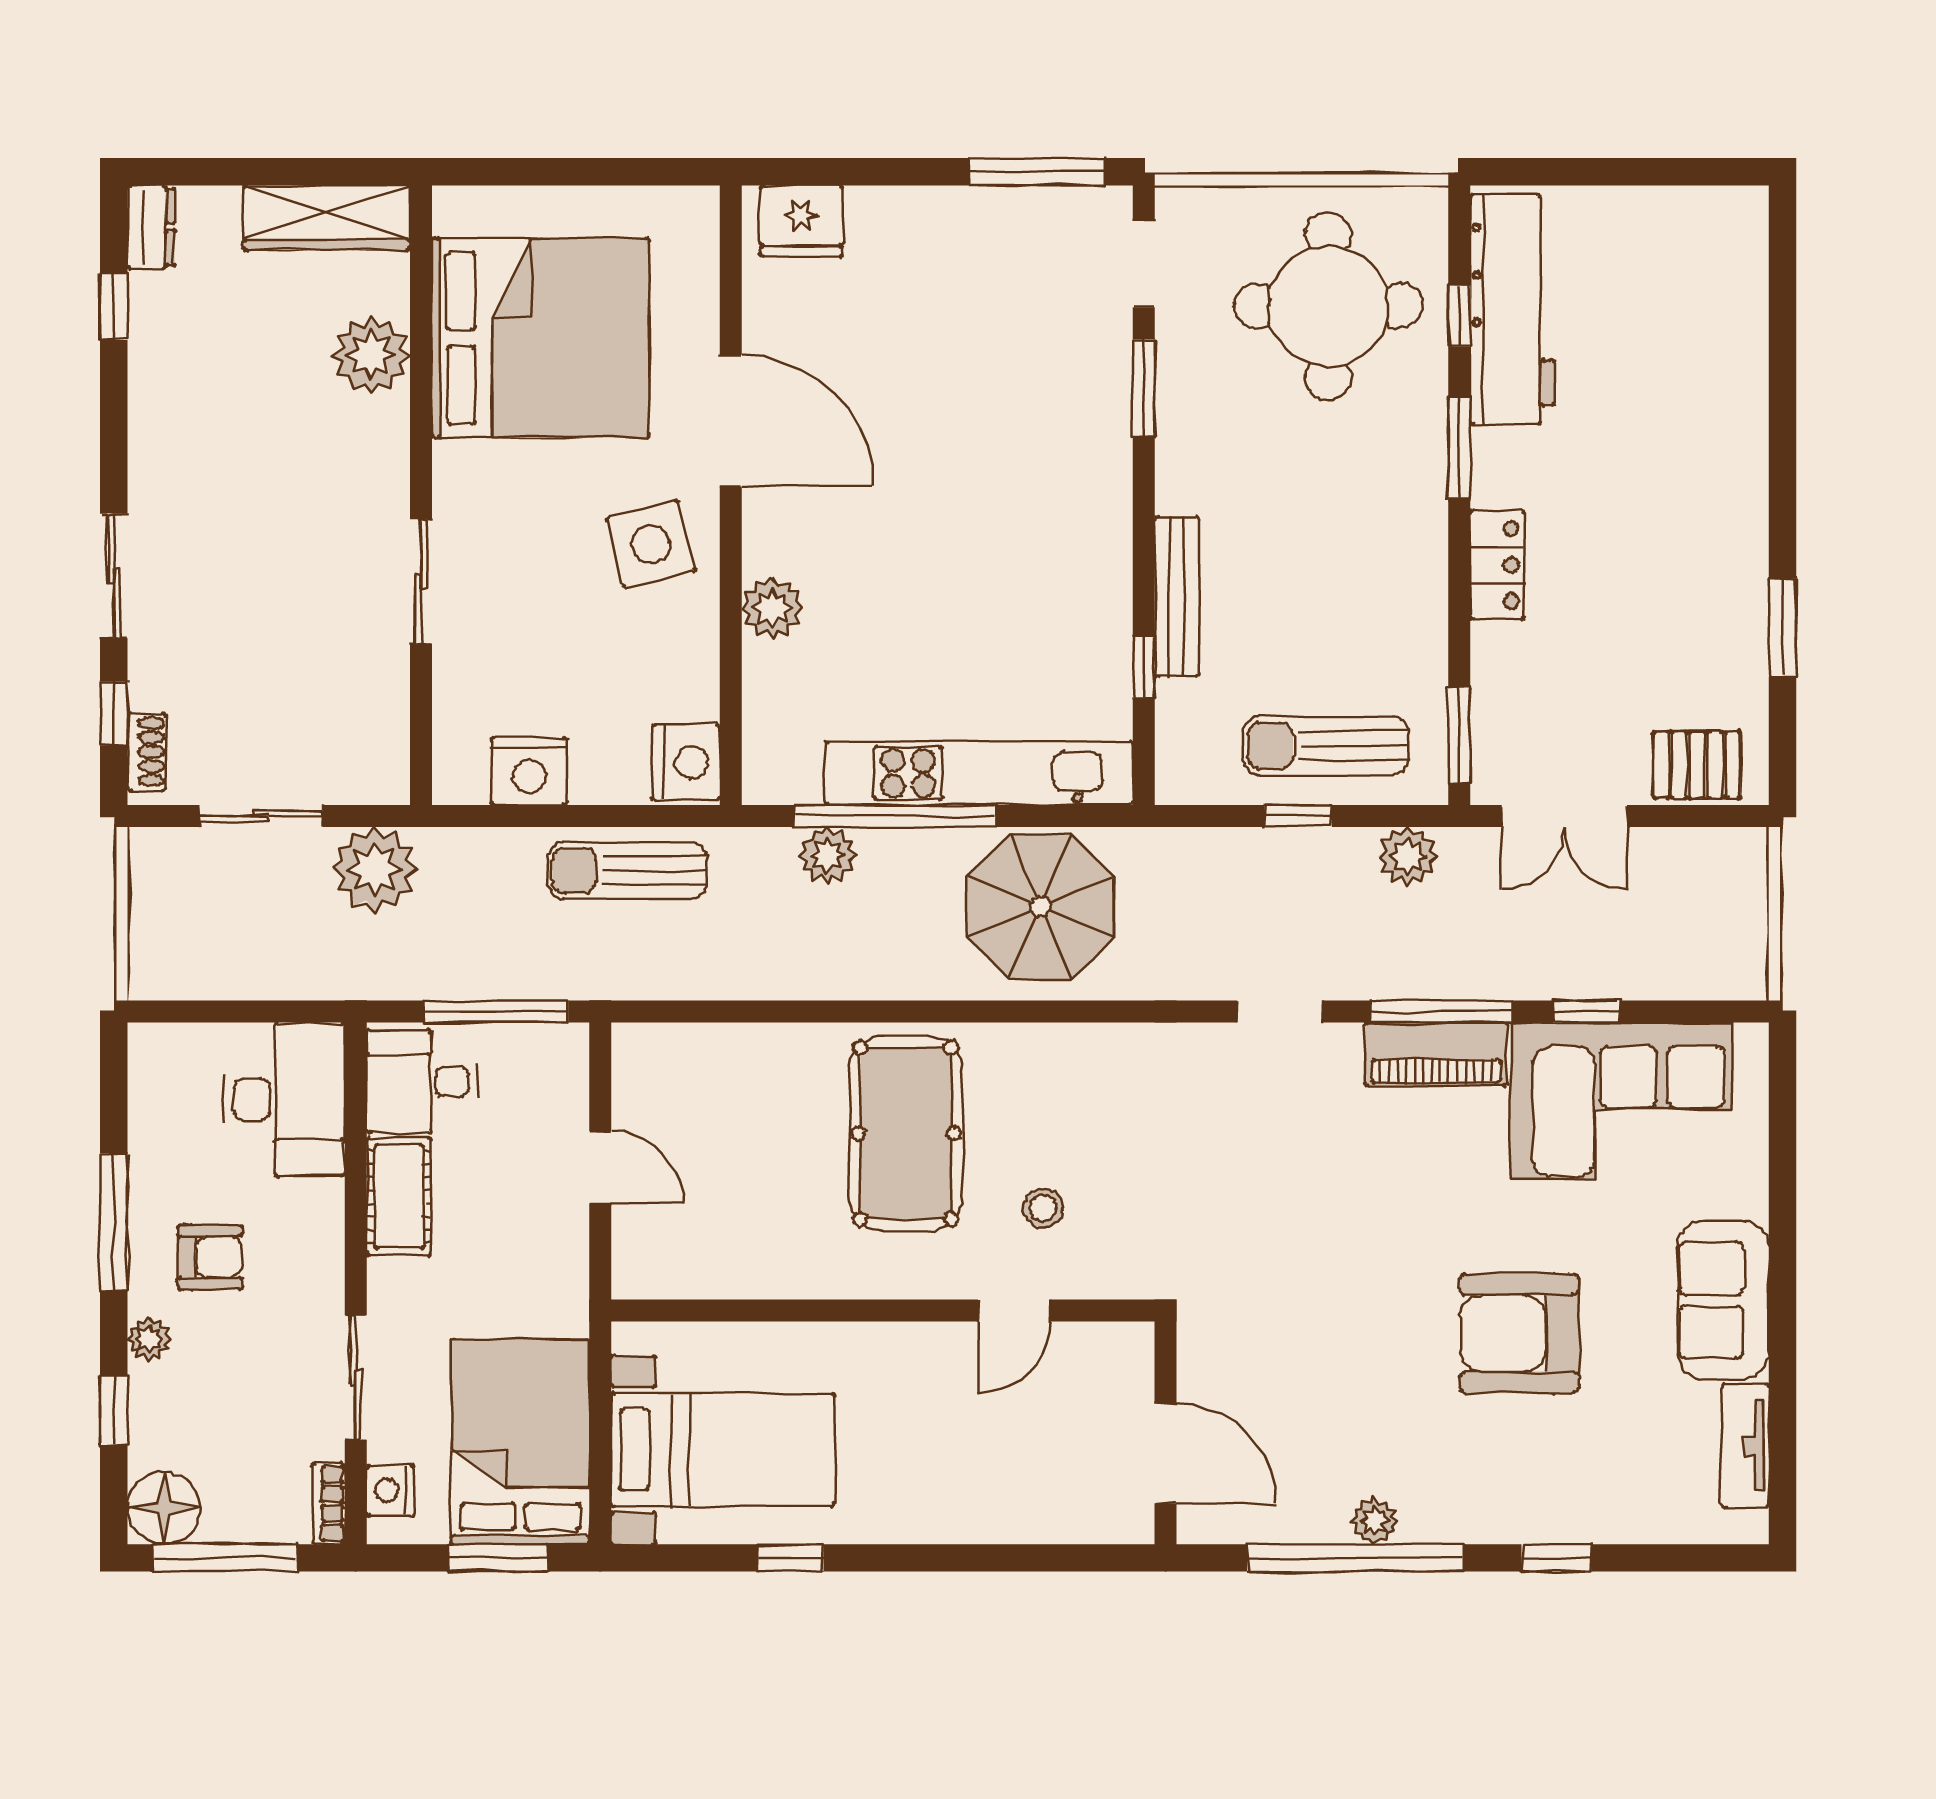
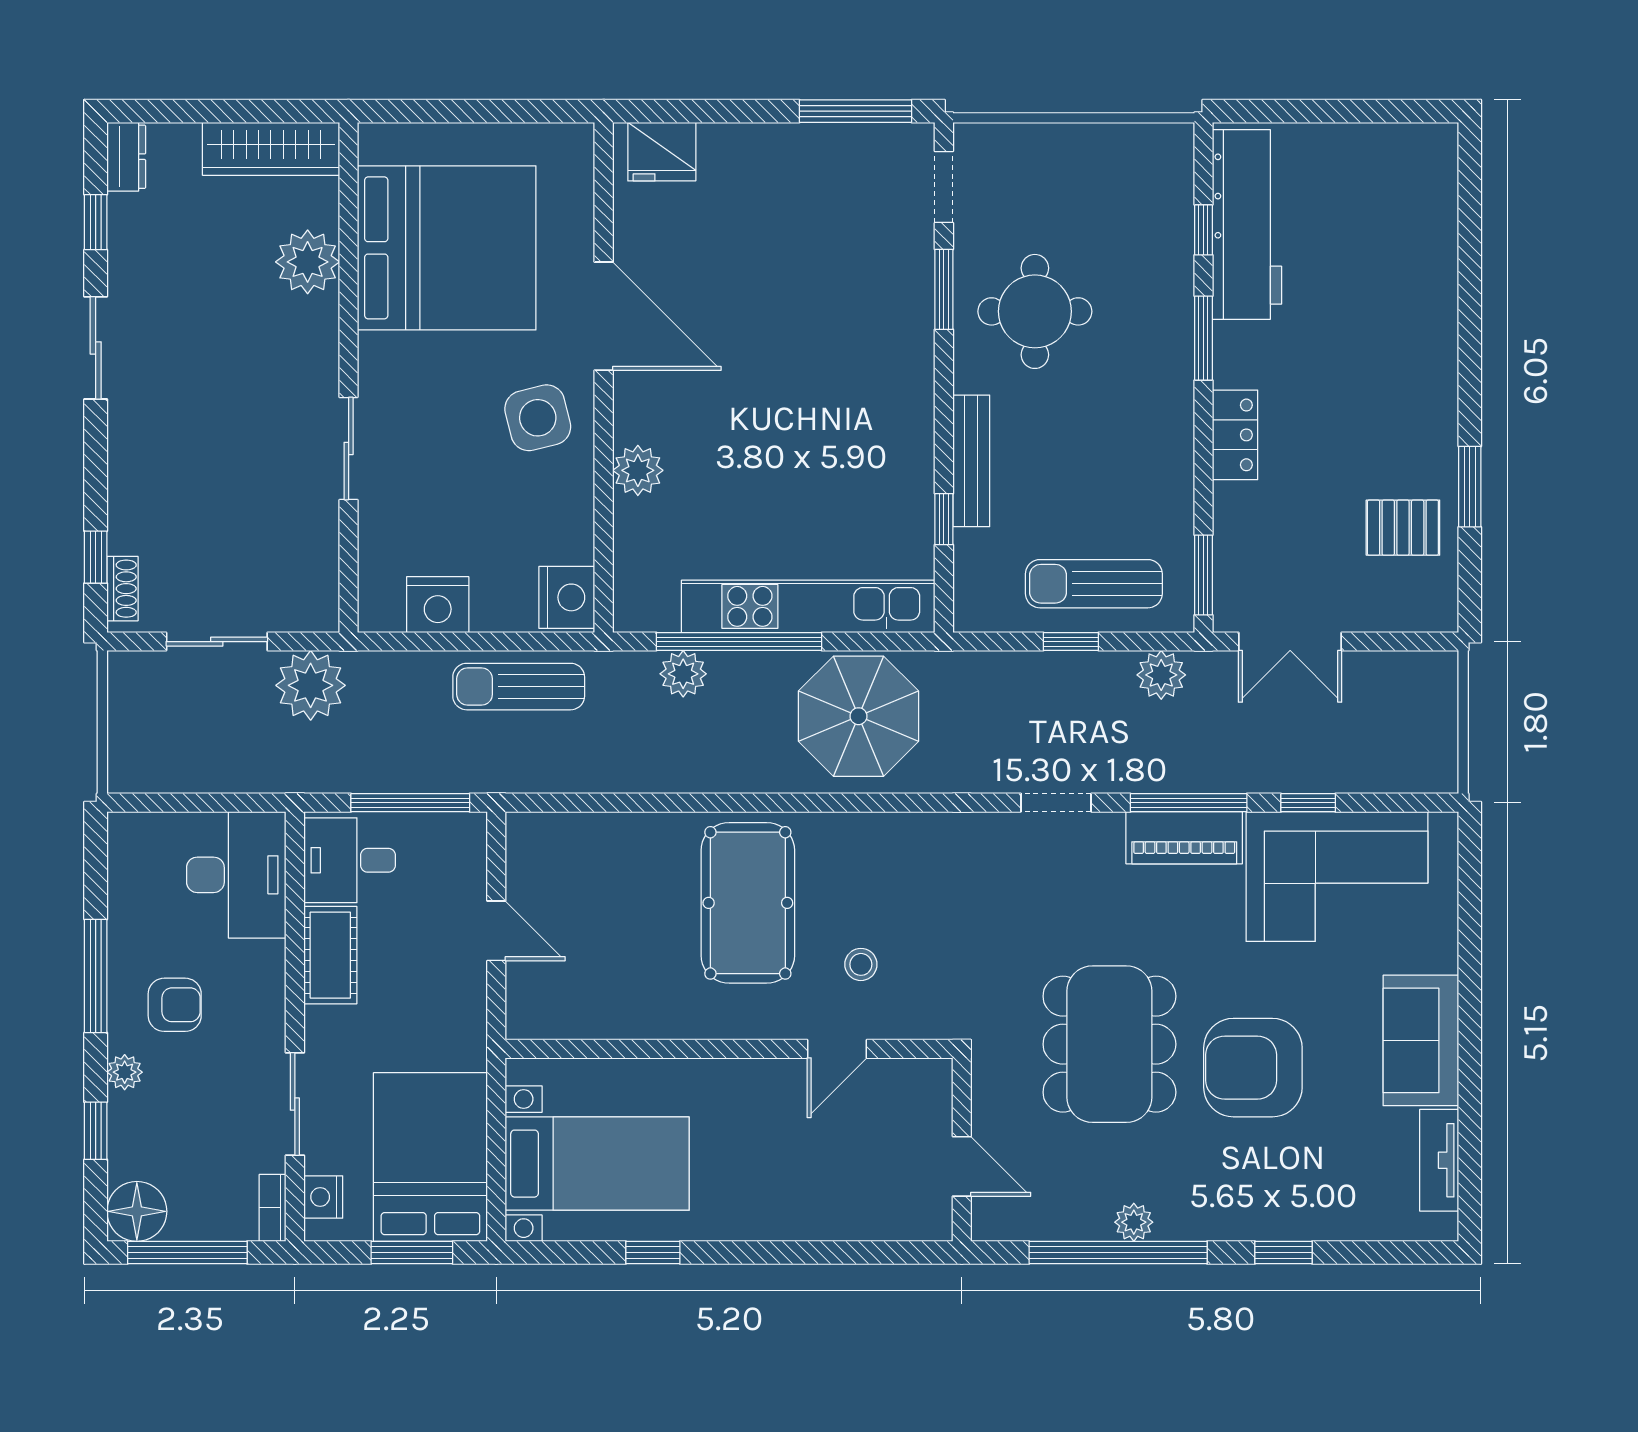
round table: (1328, 306) -> (1035, 311), moved, width x0.73, depth x0.73
sliding door: (114, 576) -> (96, 348), moved
pallet: (1697, 765) -> (1403, 528), moved
dining table: (1345, 1305) -> (1109, 1044), added
door: (1166, 1453) -> (962, 1166), width x0.73

